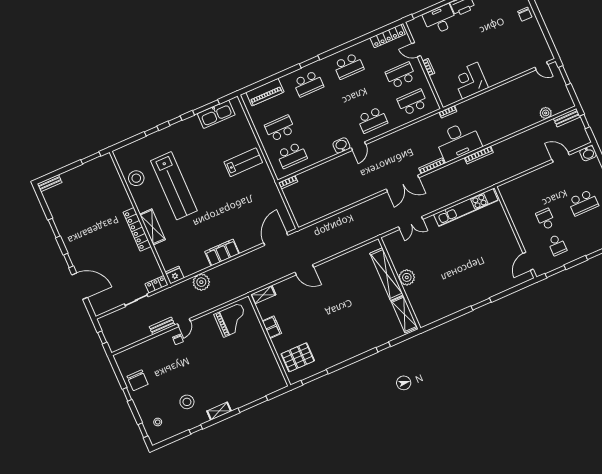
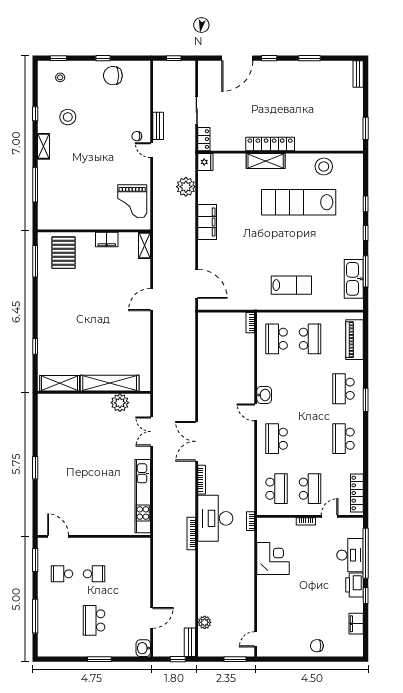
lab bench: (243, 162) -> (291, 285), turned -90
plant: (407, 277) -> (120, 403), moved

